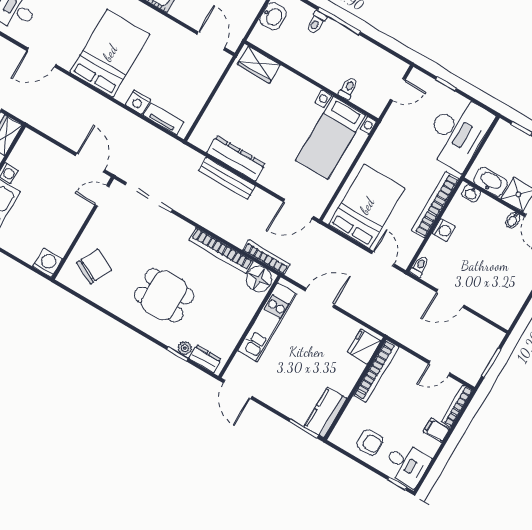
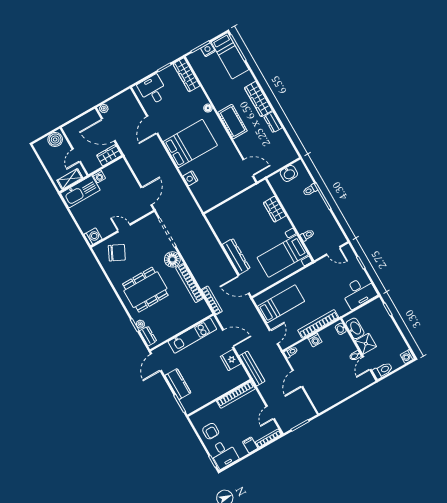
door: (211, 41) -> (248, 168), hinge flipped
door: (41, 58) -> (152, 125), hinge flipped
wardrobe: (259, 65) -> (275, 209), moved
tv unit: (164, 119) -> (199, 195), removed
desk: (458, 132) -> (359, 292), width x0.73, depth x0.77
dresser: (236, 158) -> (236, 256), moved
bench: (227, 178) -> (252, 369), moved
door: (102, 196) -> (124, 228), moved
bed: (367, 206) -> (281, 304), width x0.67
floor lamp: (259, 279) -> (172, 259), moved
dining table: (164, 295) -> (145, 290), width x1.38
door: (450, 298) -> (298, 379), hinge flipped
fridge: (364, 347) -> (231, 360), moved, turned -90
door: (439, 368) -> (270, 413), hinge flipped
kitchen counter: (326, 413) -> (178, 384), moved, turned 90

